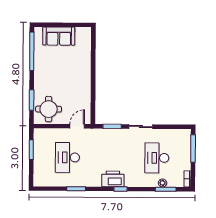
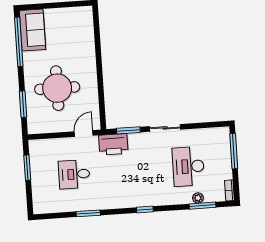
sofa: (59, 36) -> (32, 30), moved, turned -90
round table: (49, 109) -> (57, 88), moved, width x1.36, depth x1.36
desk: (67, 157) -> (74, 174), width x0.73
printer: (113, 179) -> (113, 144), moved, turned 180

